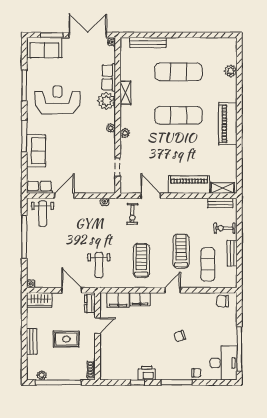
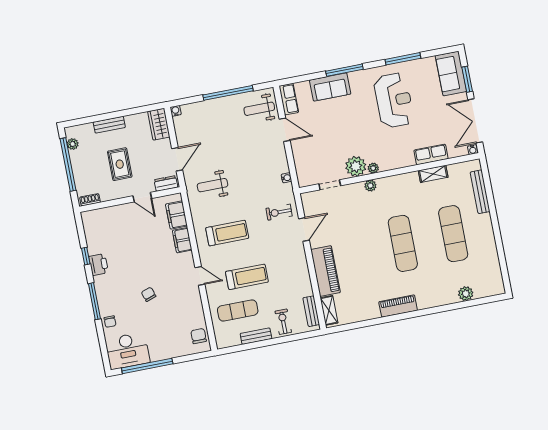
double door: (88, 35) -> (475, 121), swing flipped
shelving: (125, 93) -> (433, 174), moved
plant: (106, 101) -> (356, 166), moved
piano: (228, 124) -> (398, 306), width x0.73, depth x0.75

